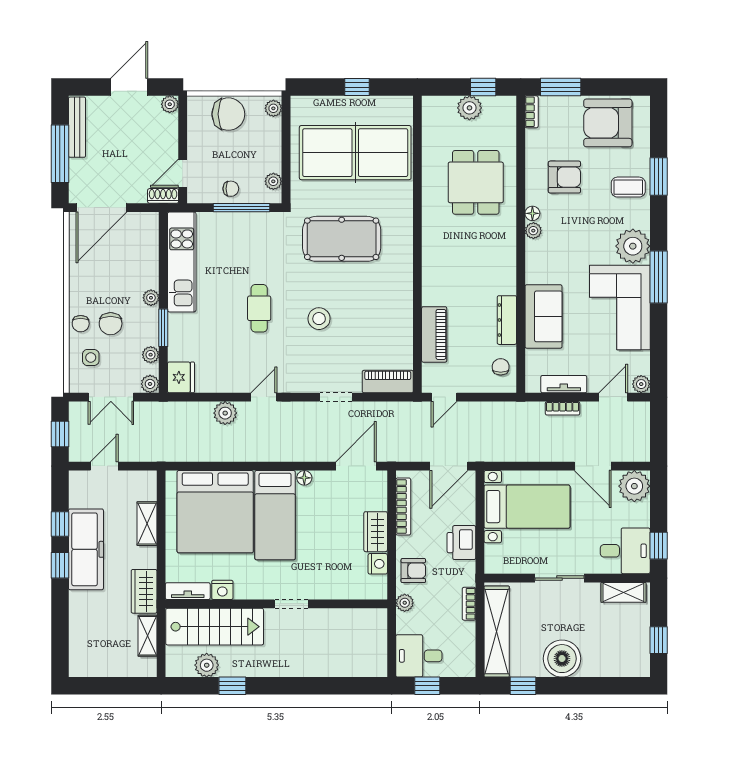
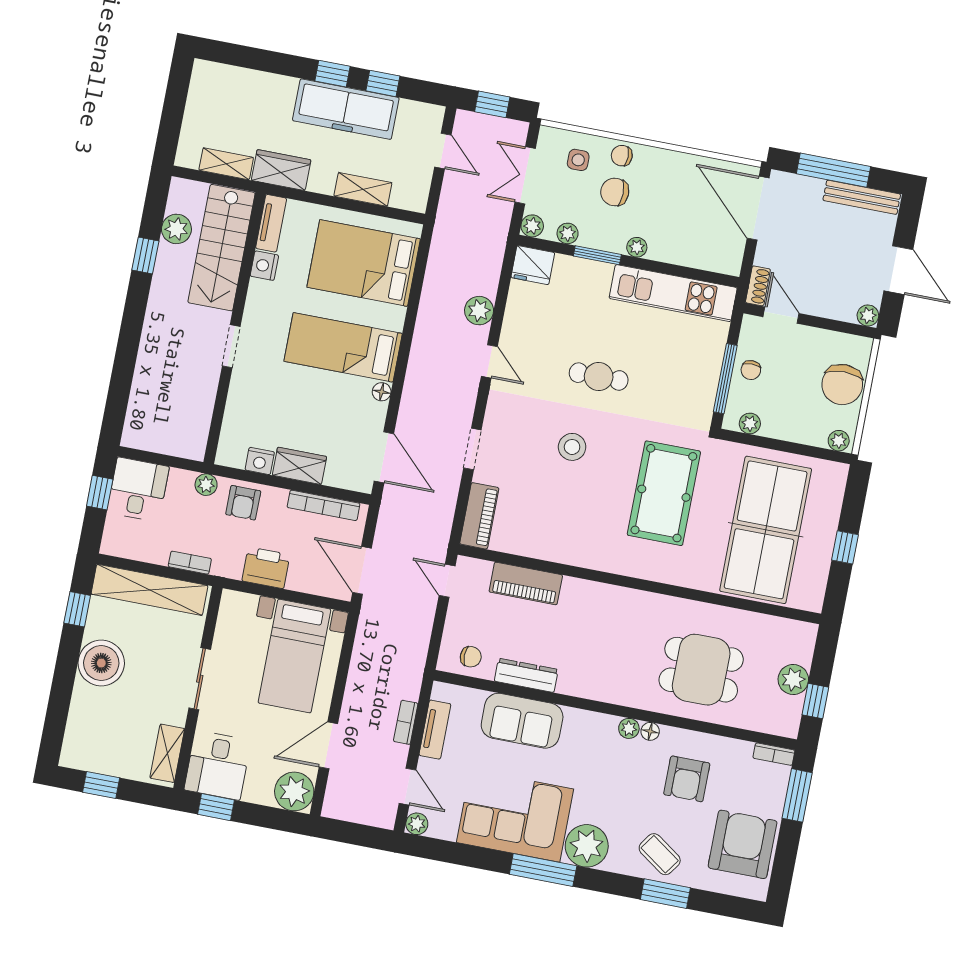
coffee table: (628, 187) -> (660, 854), turned -55
bed: (215, 512) -> (364, 263), width x0.73

